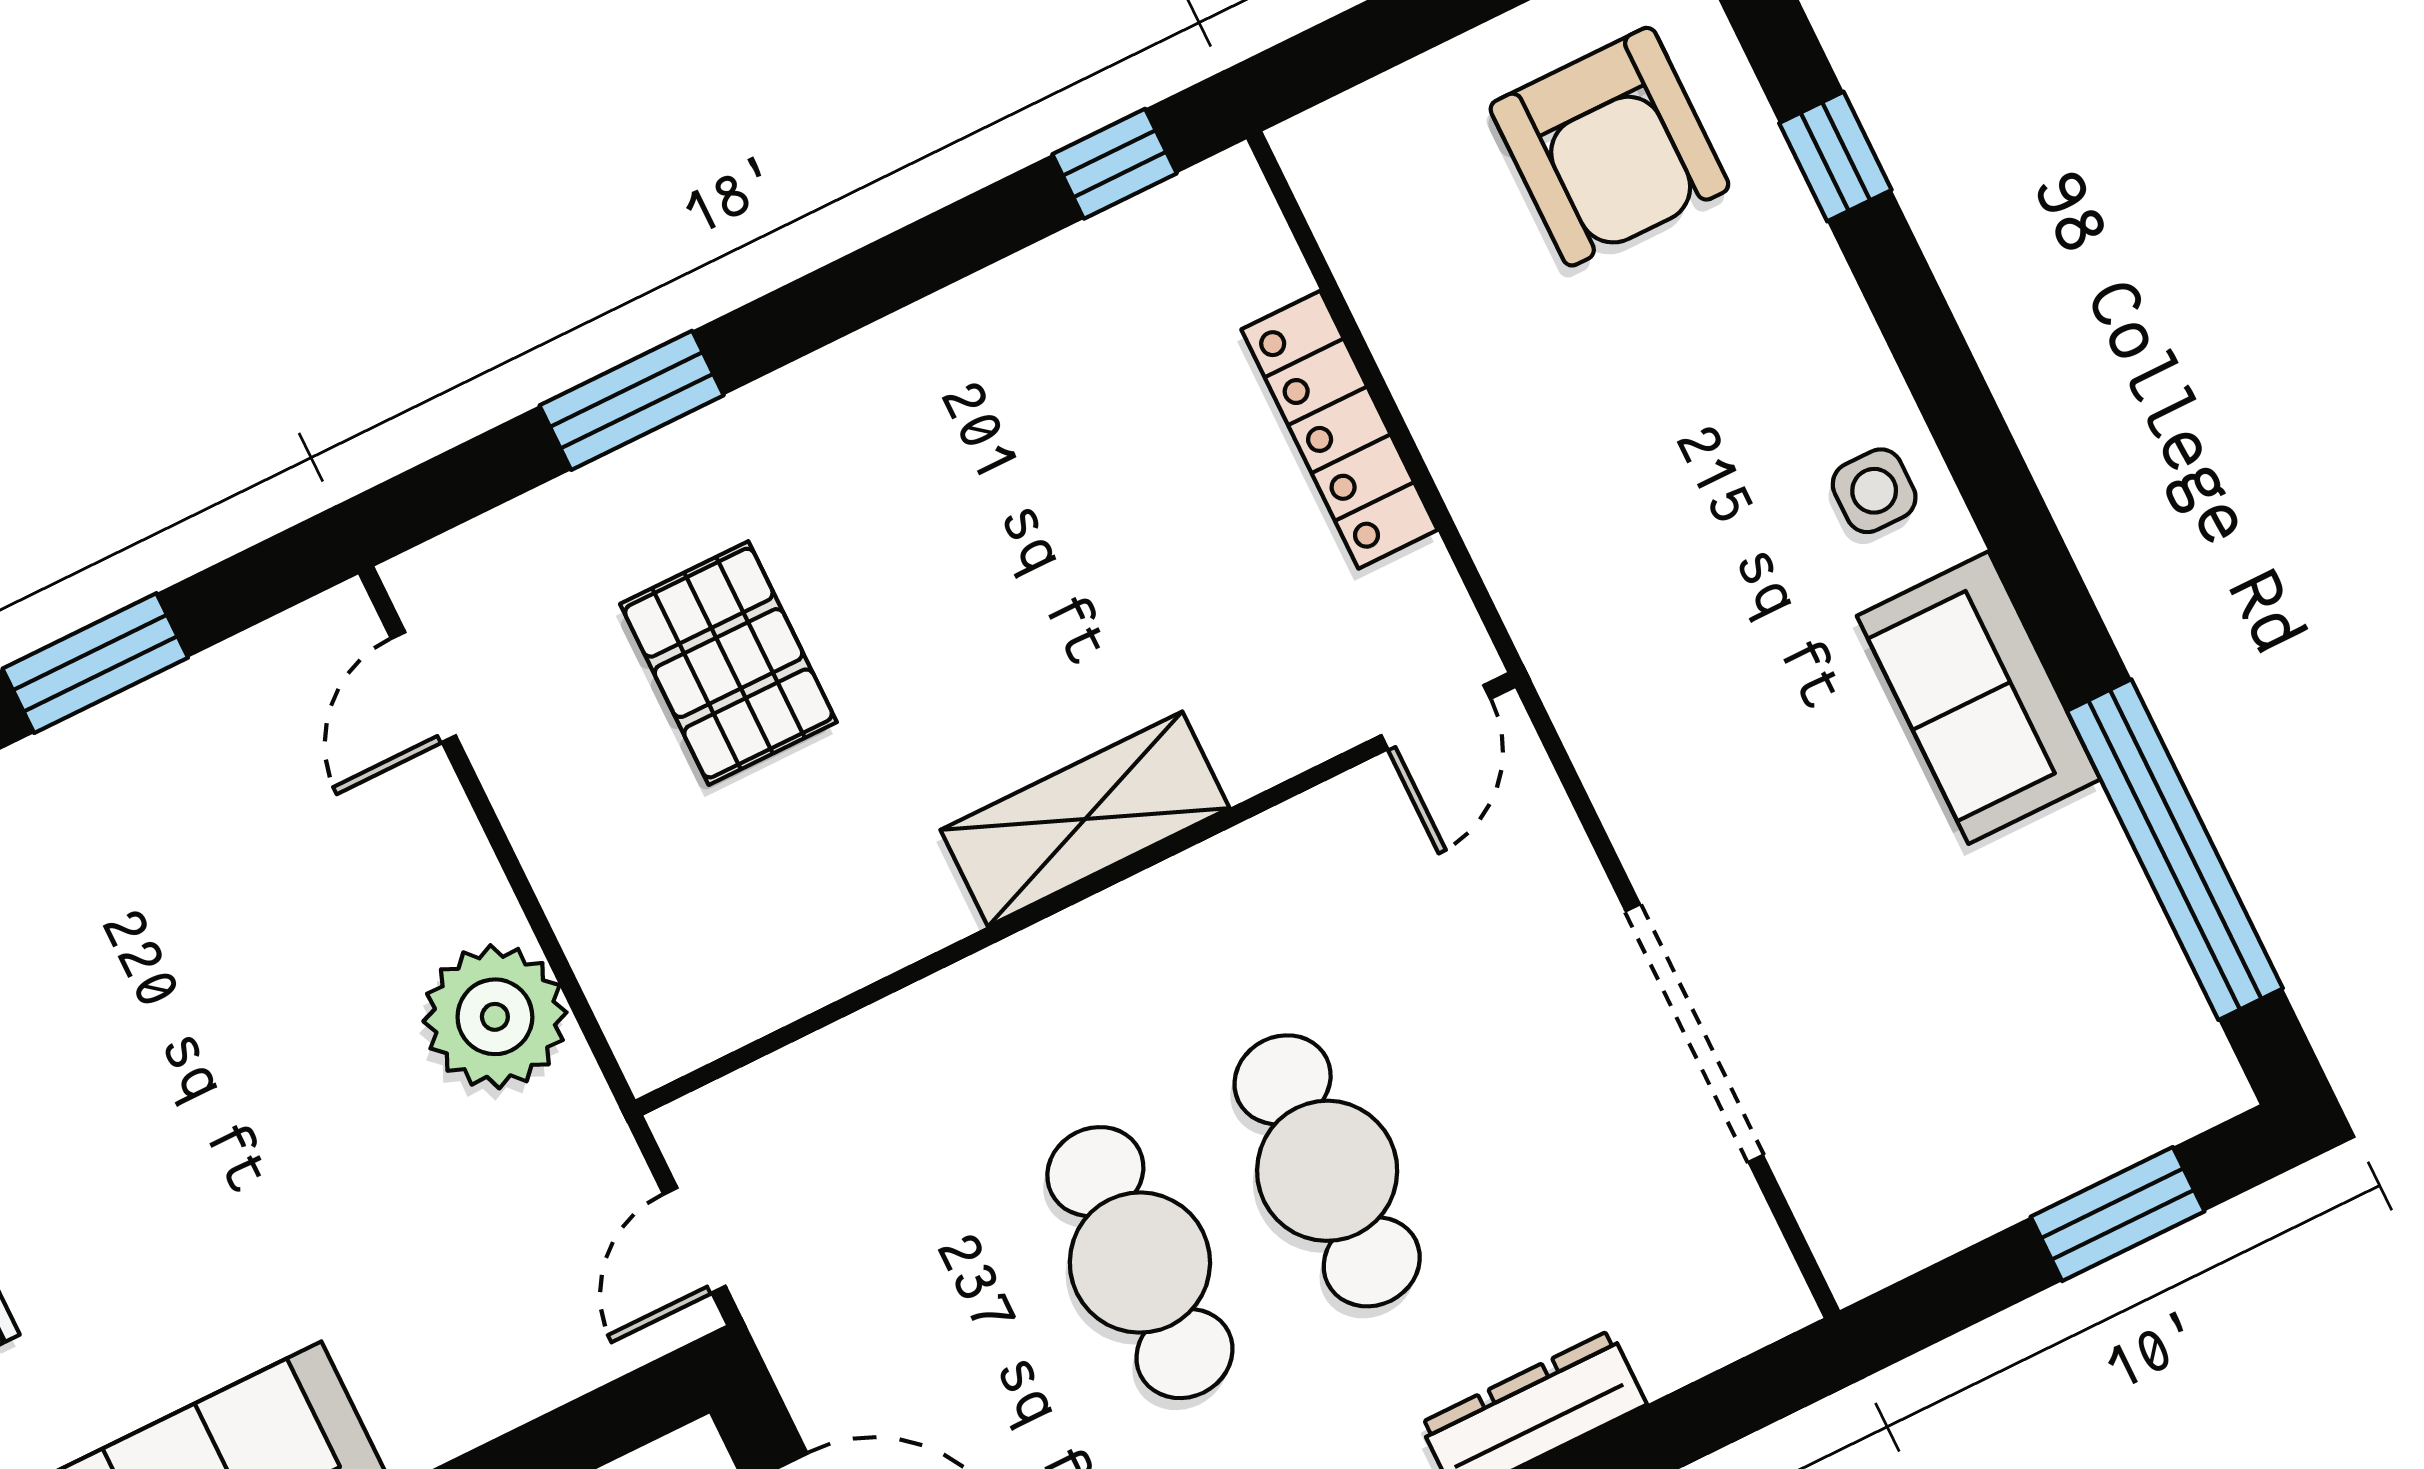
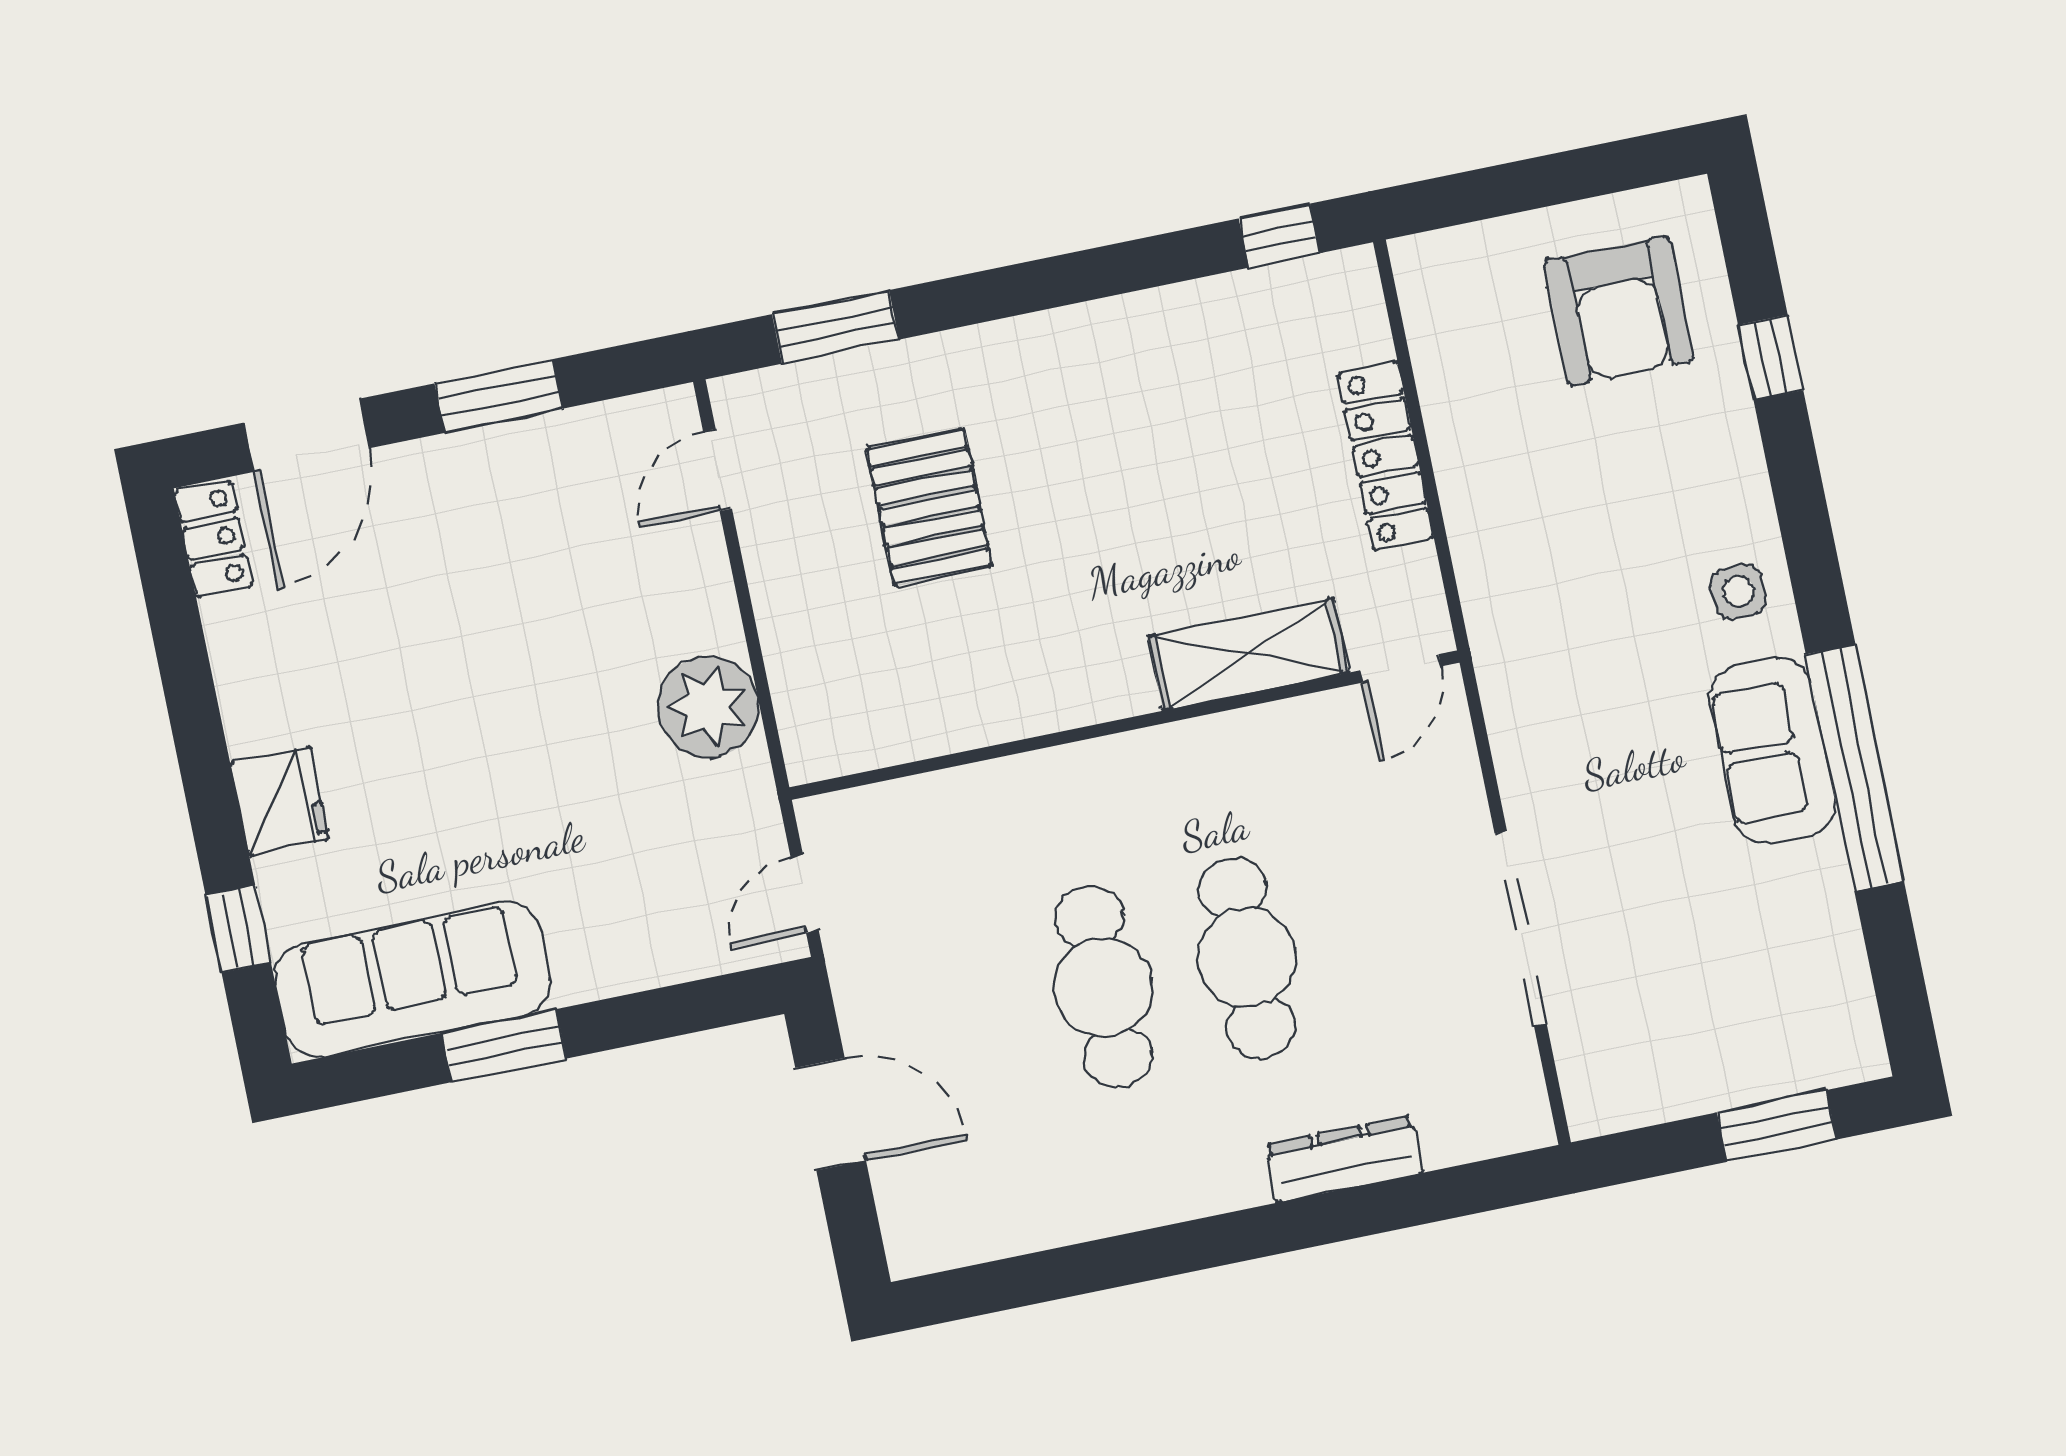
window: (632, 400) -> (836, 327), moved
shelving: (1085, 819) -> (1248, 655), moved
window: (2175, 850) -> (1855, 768), moved

